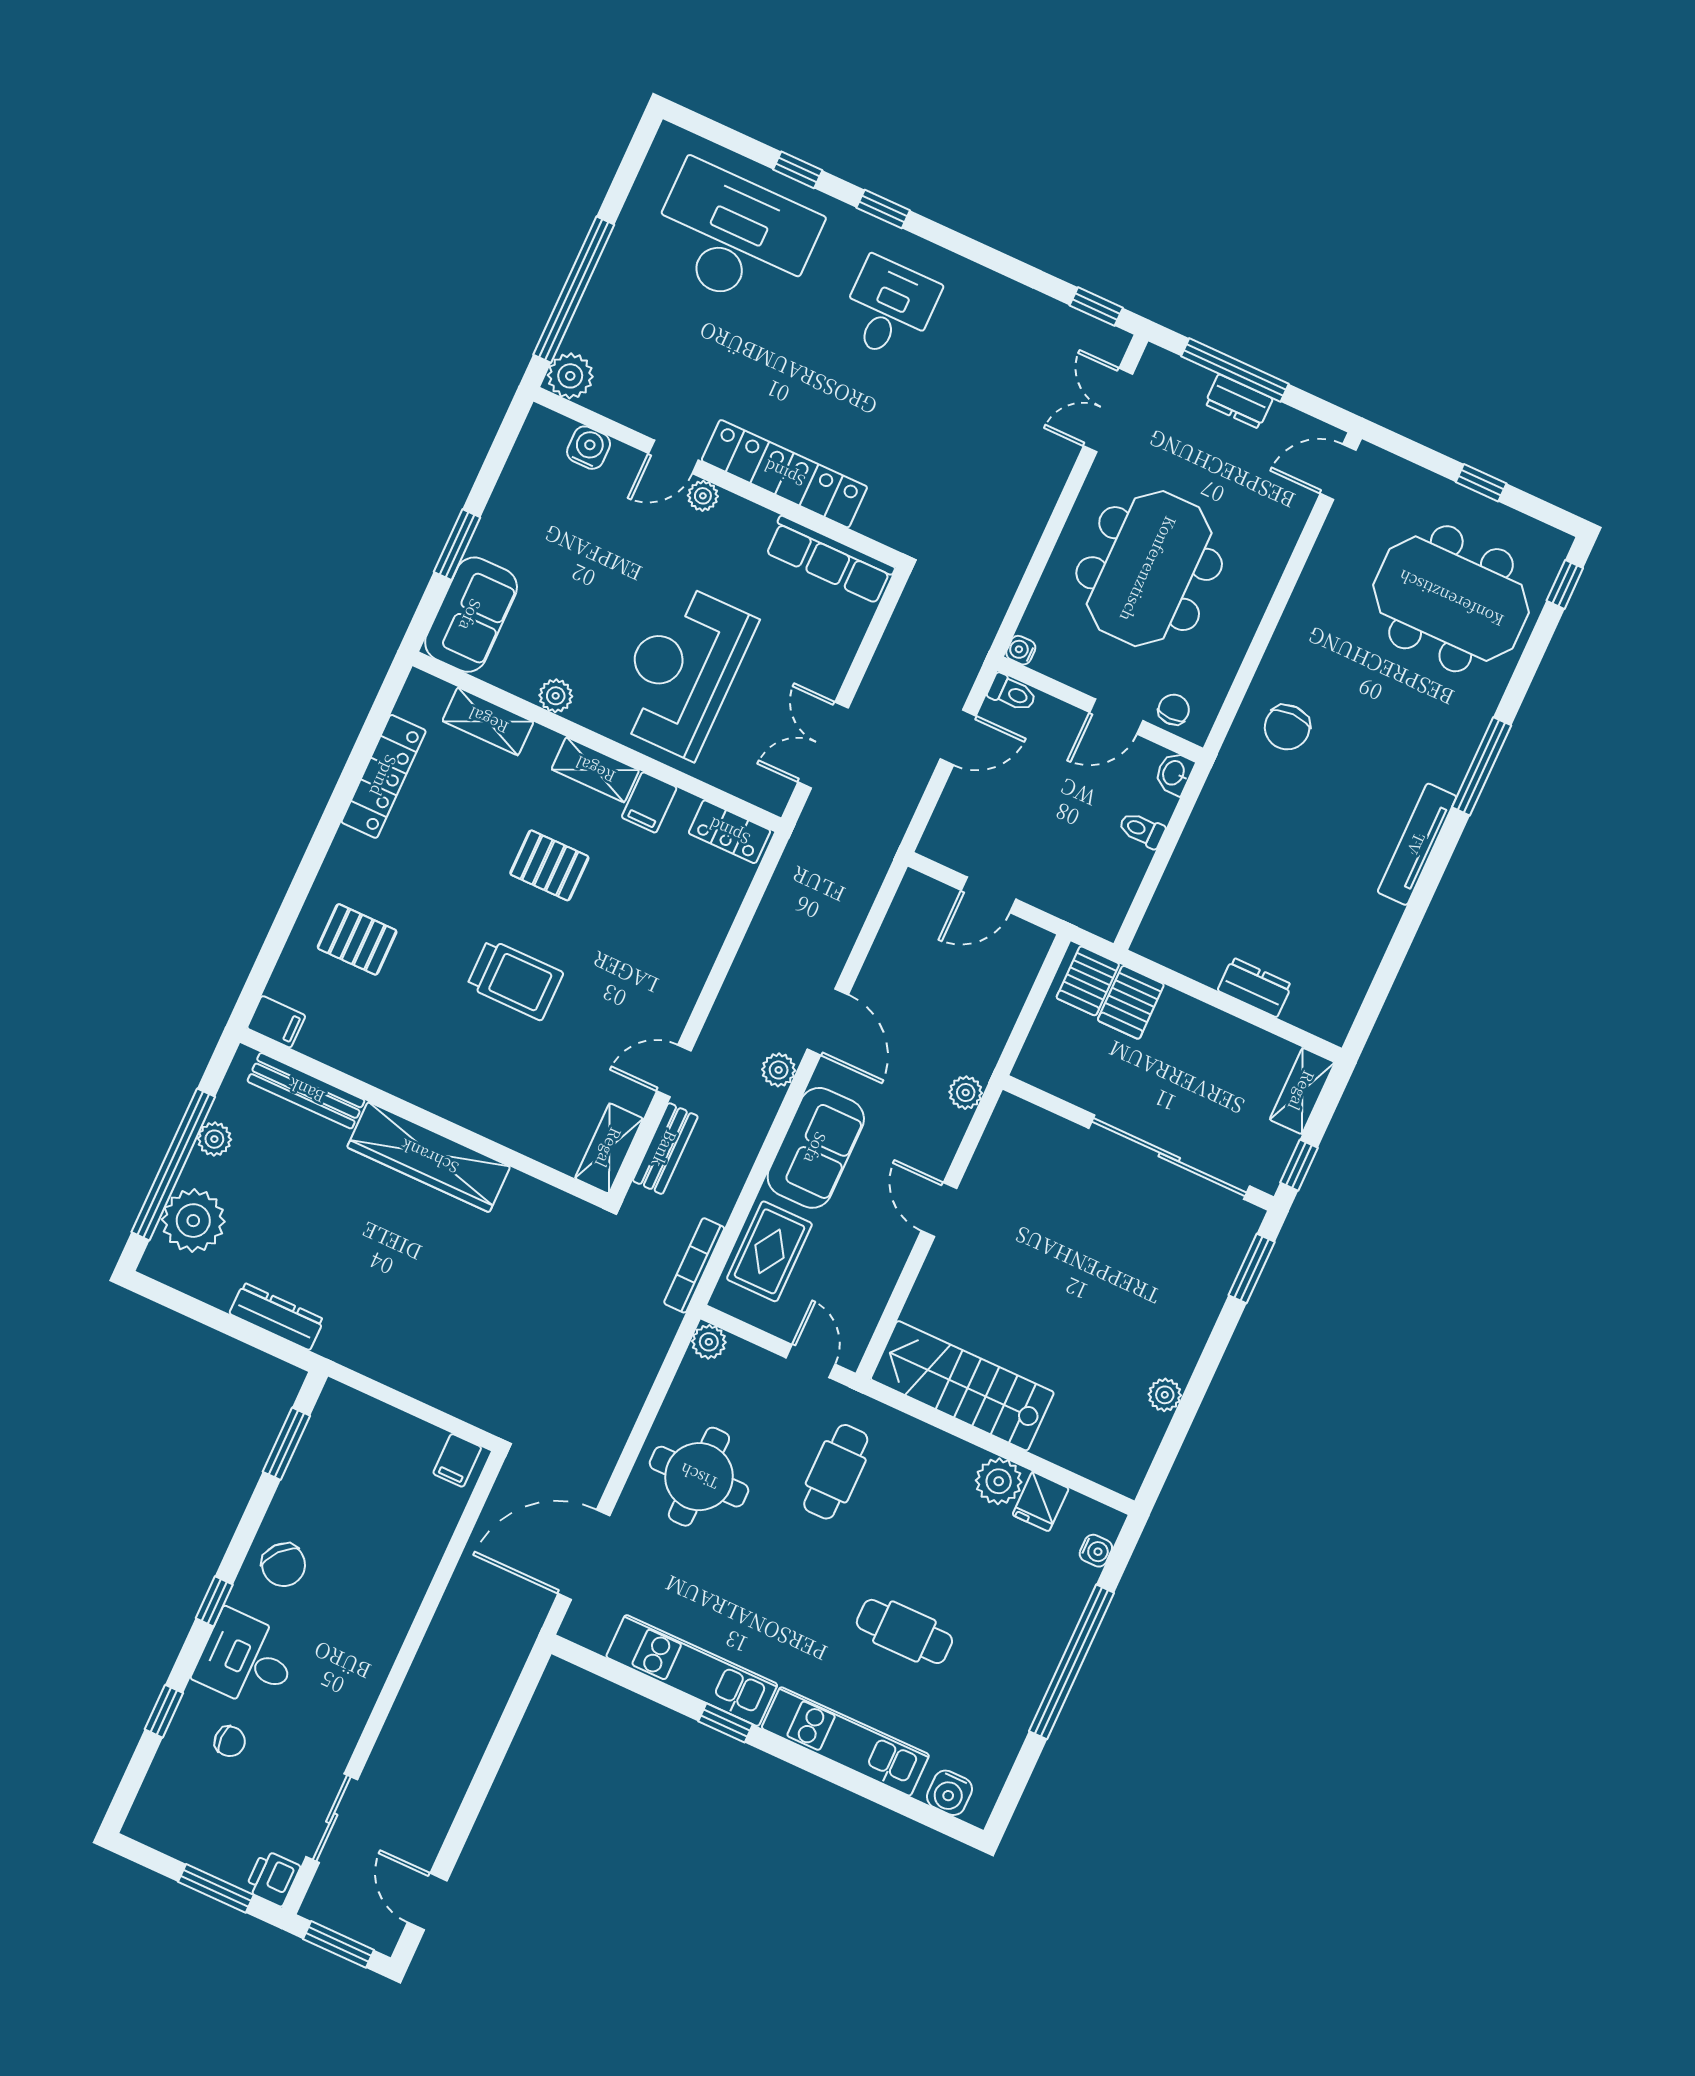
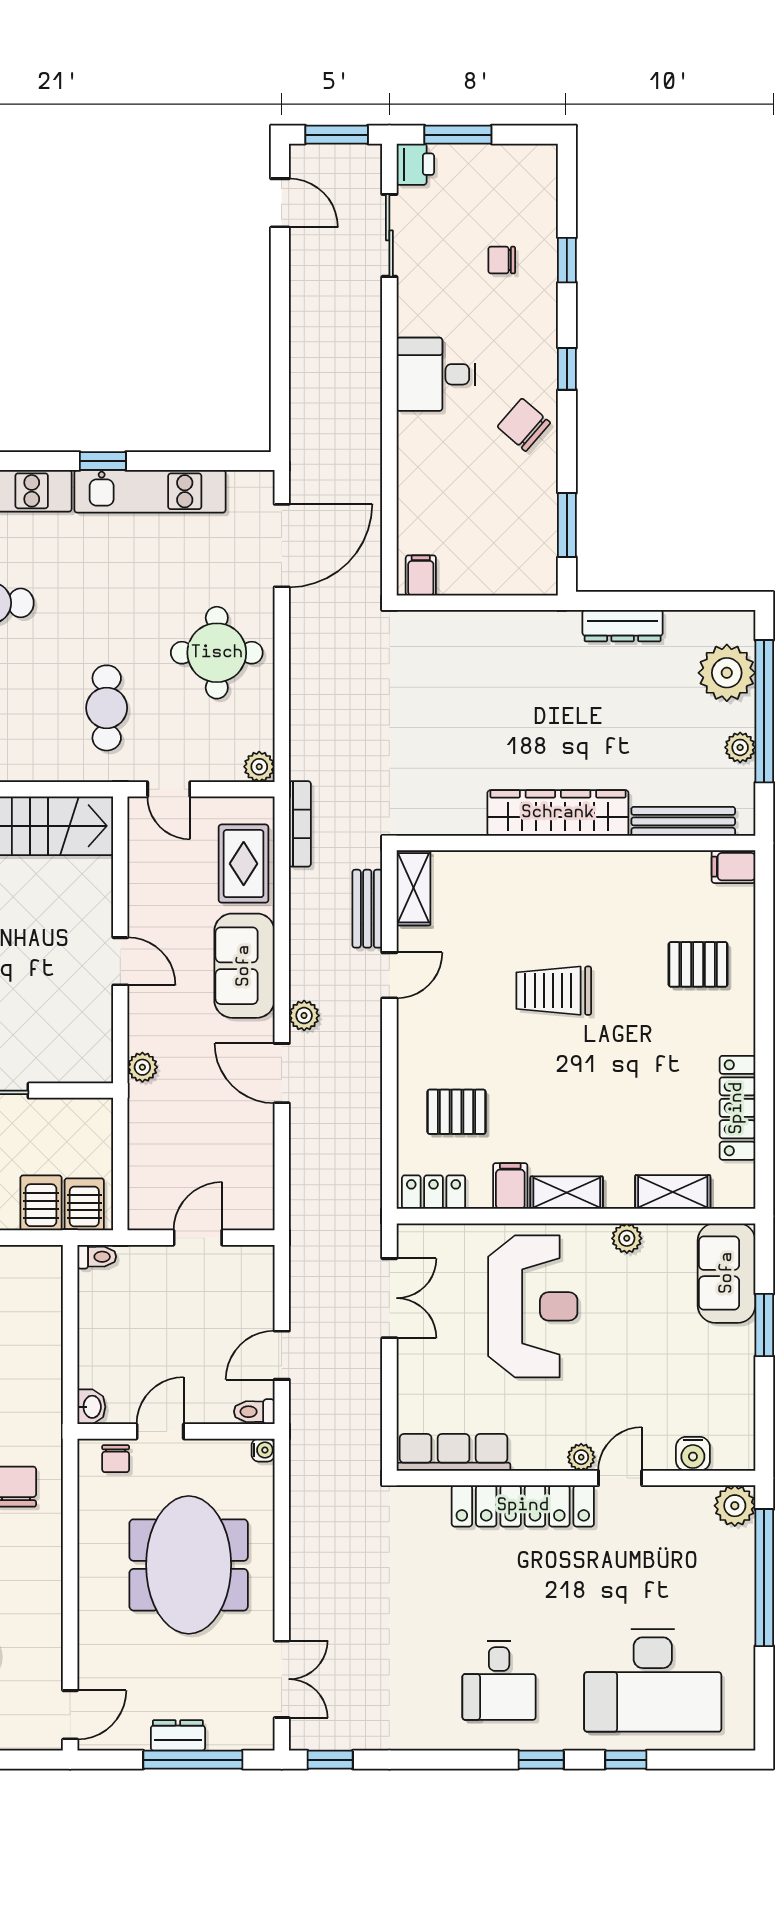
toilet: (1142, 830) -> (97, 1257), moved
pallet: (549, 865) -> (456, 1112), moved
desk: (247, 1660) -> (436, 374), moved, turned 180

